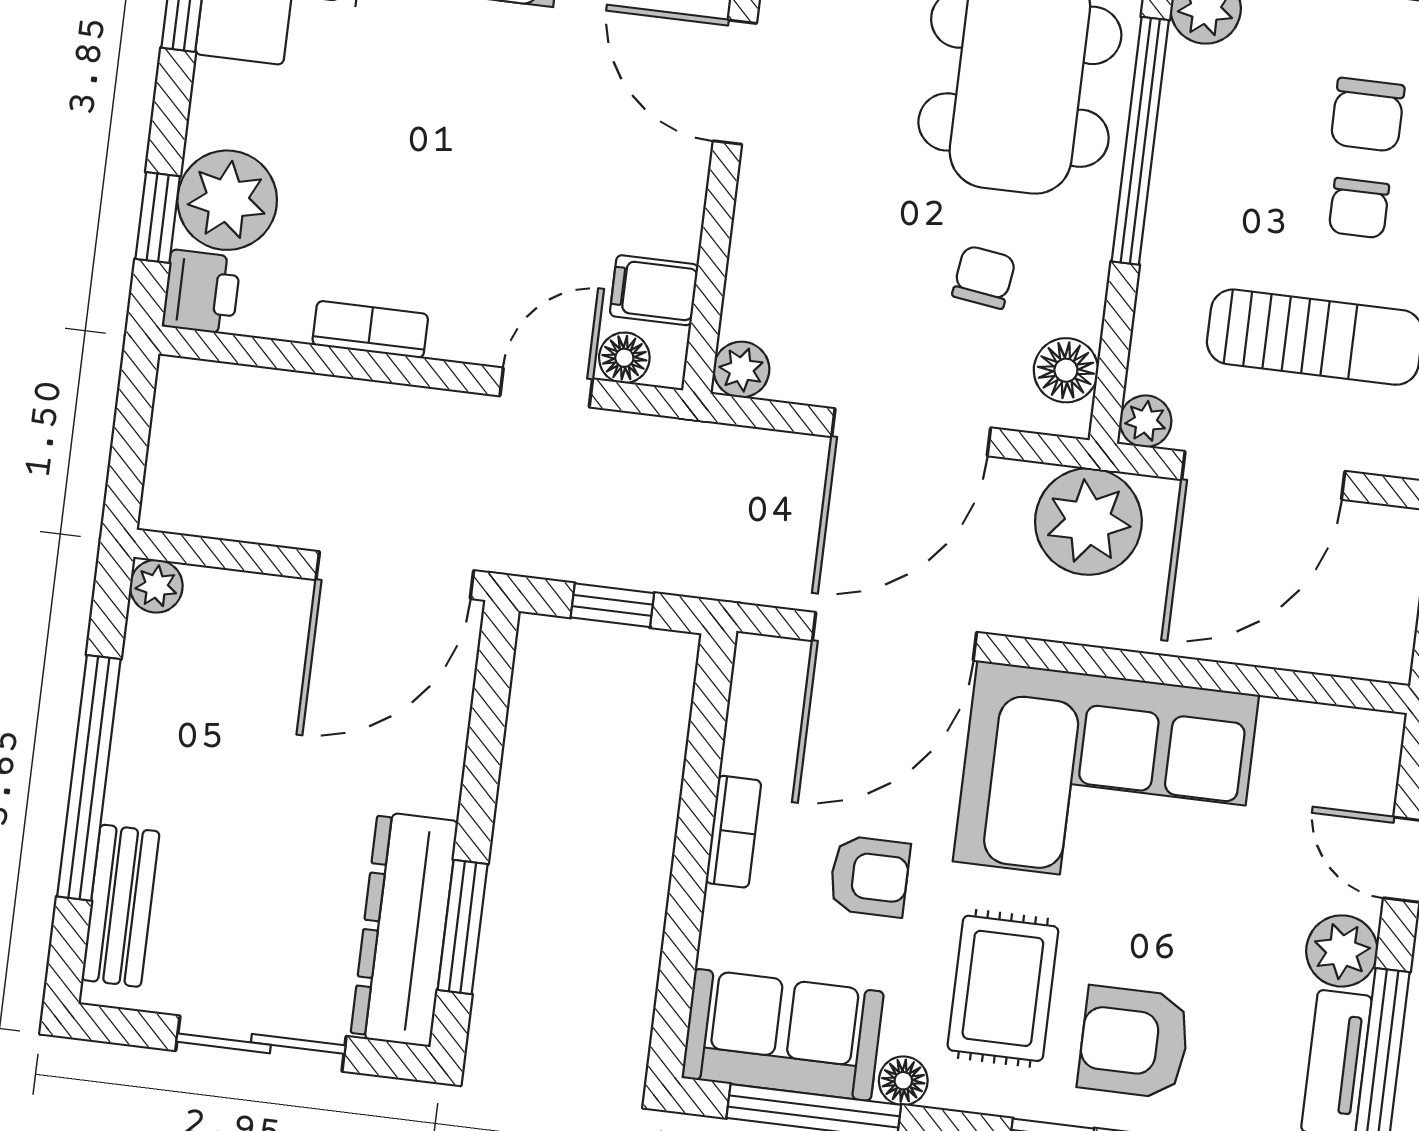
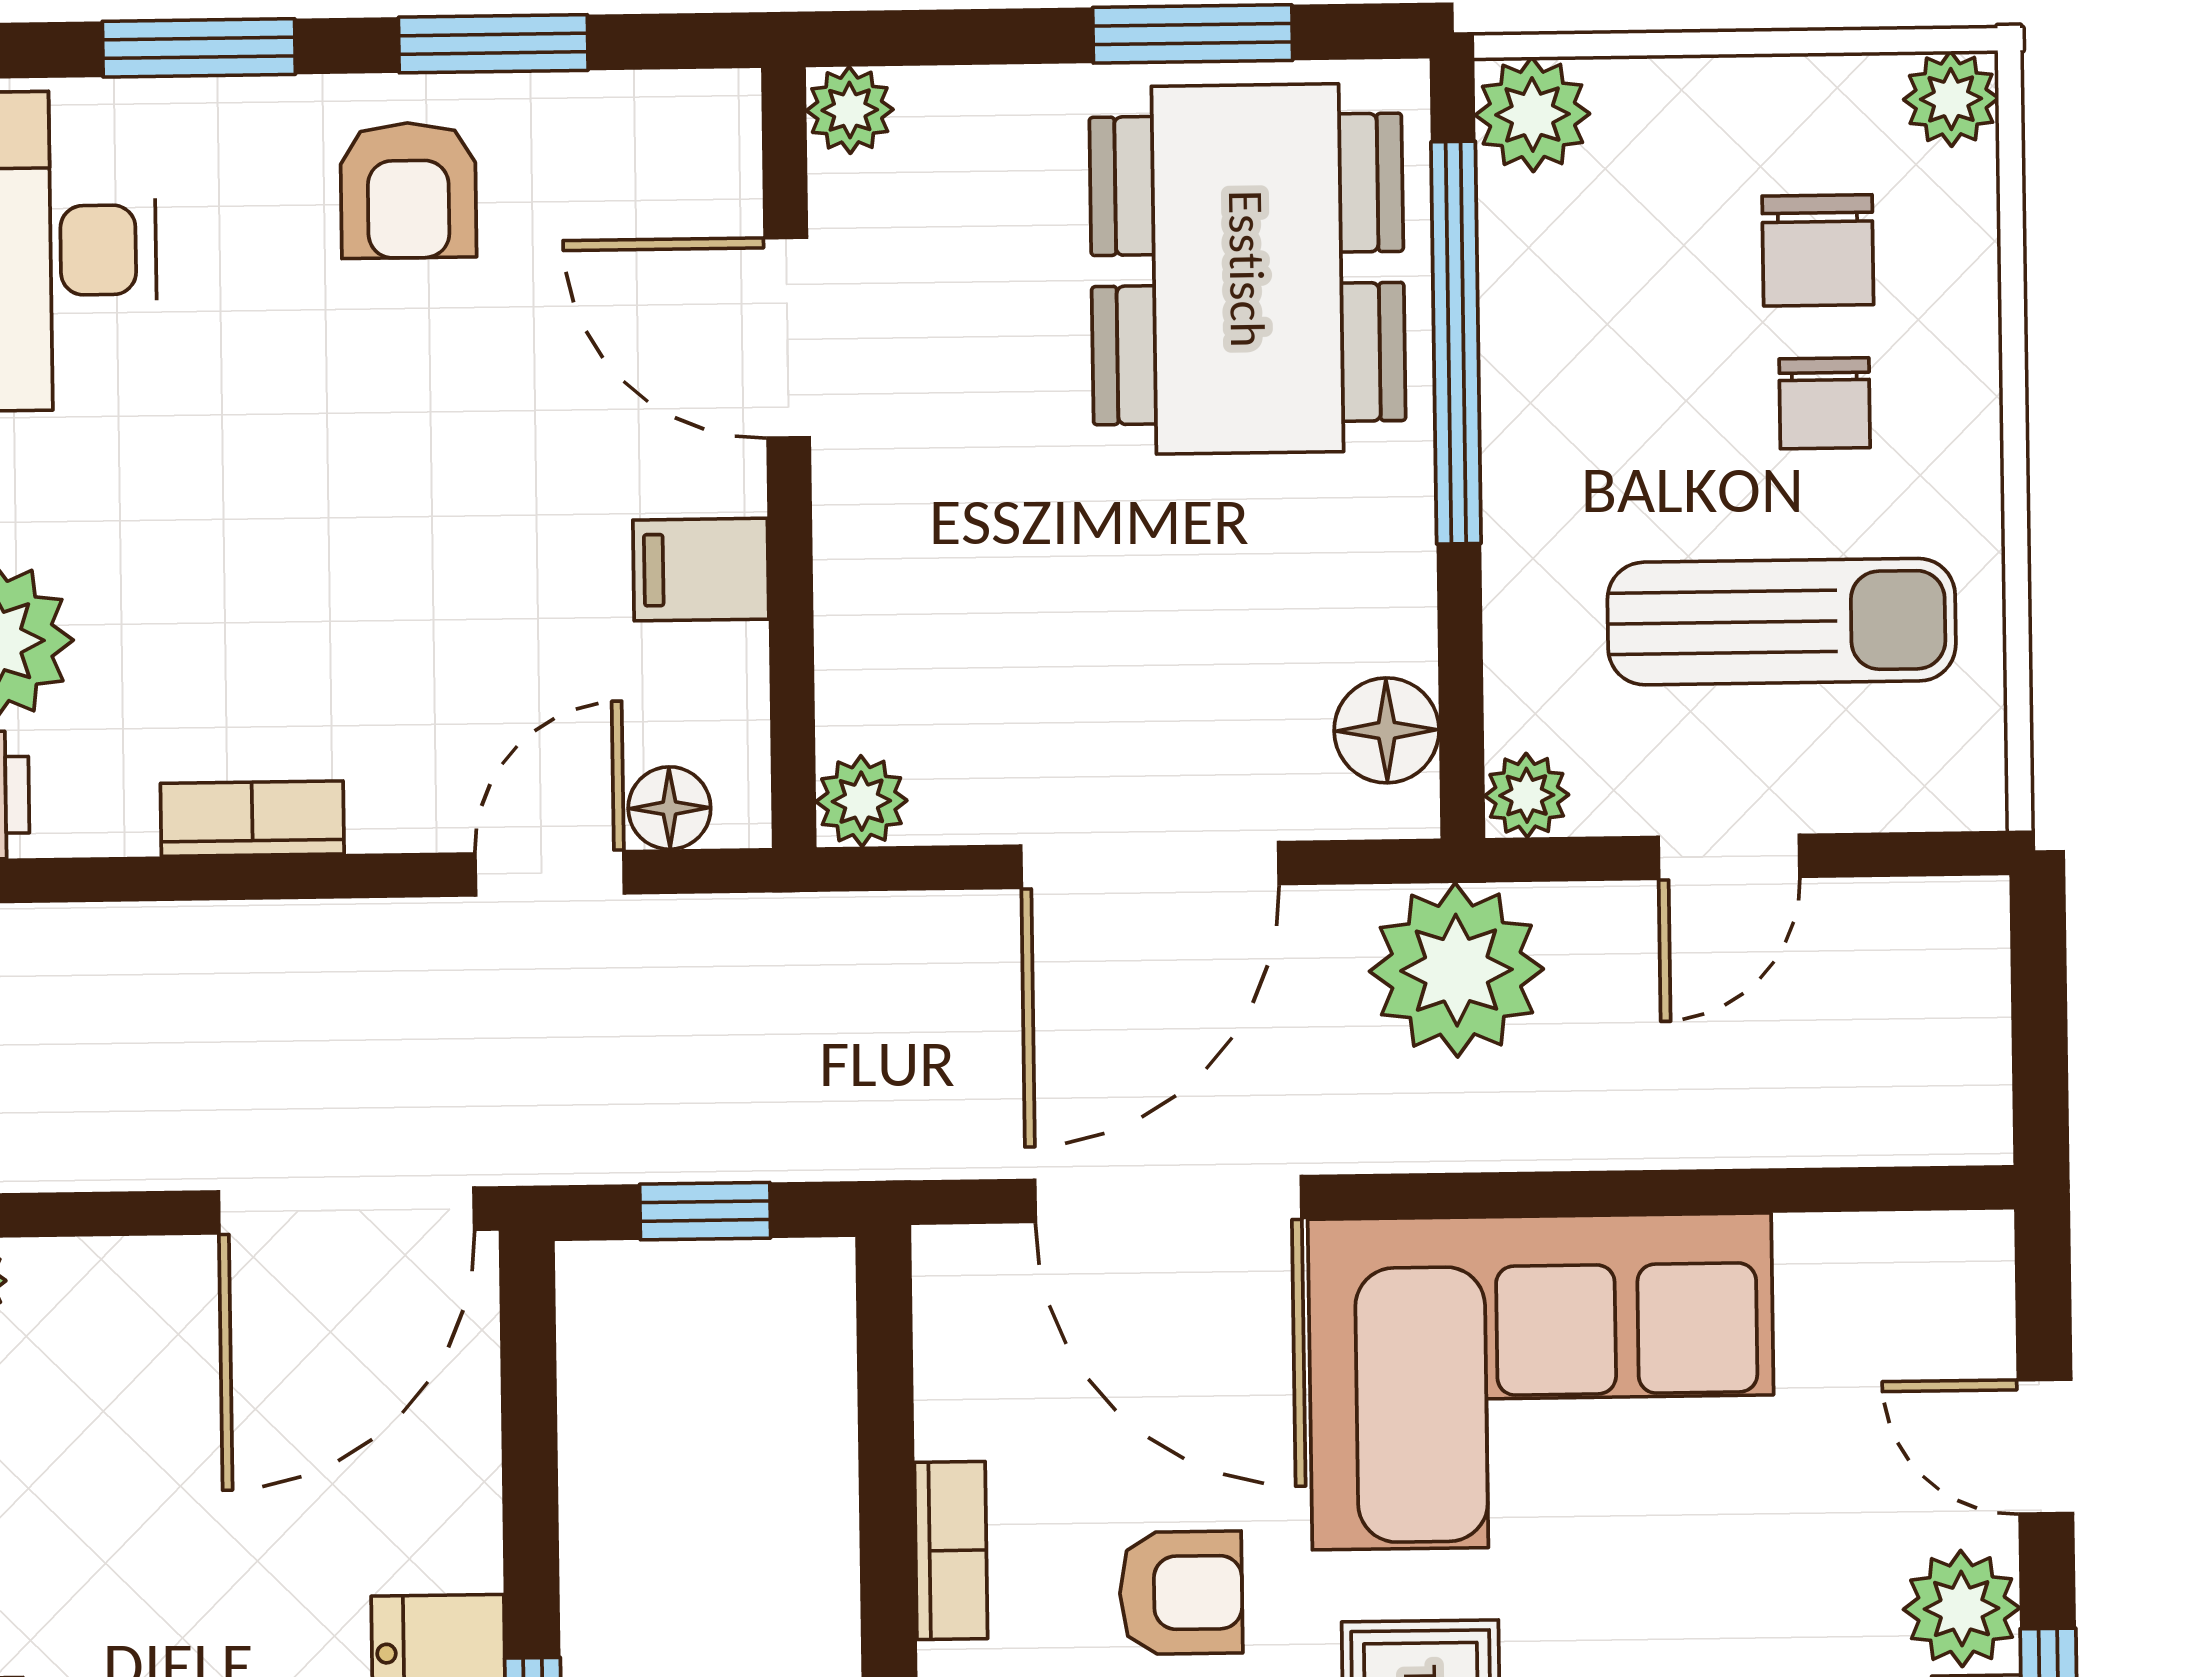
chair: (984, 277) -> (1233, 598), removed
filing cabinet: (654, 290) -> (701, 570), moved
door: (1263, 475) -> (1729, 857), width x0.53
door: (894, 636) -> (1168, 1199), hinge flipped

